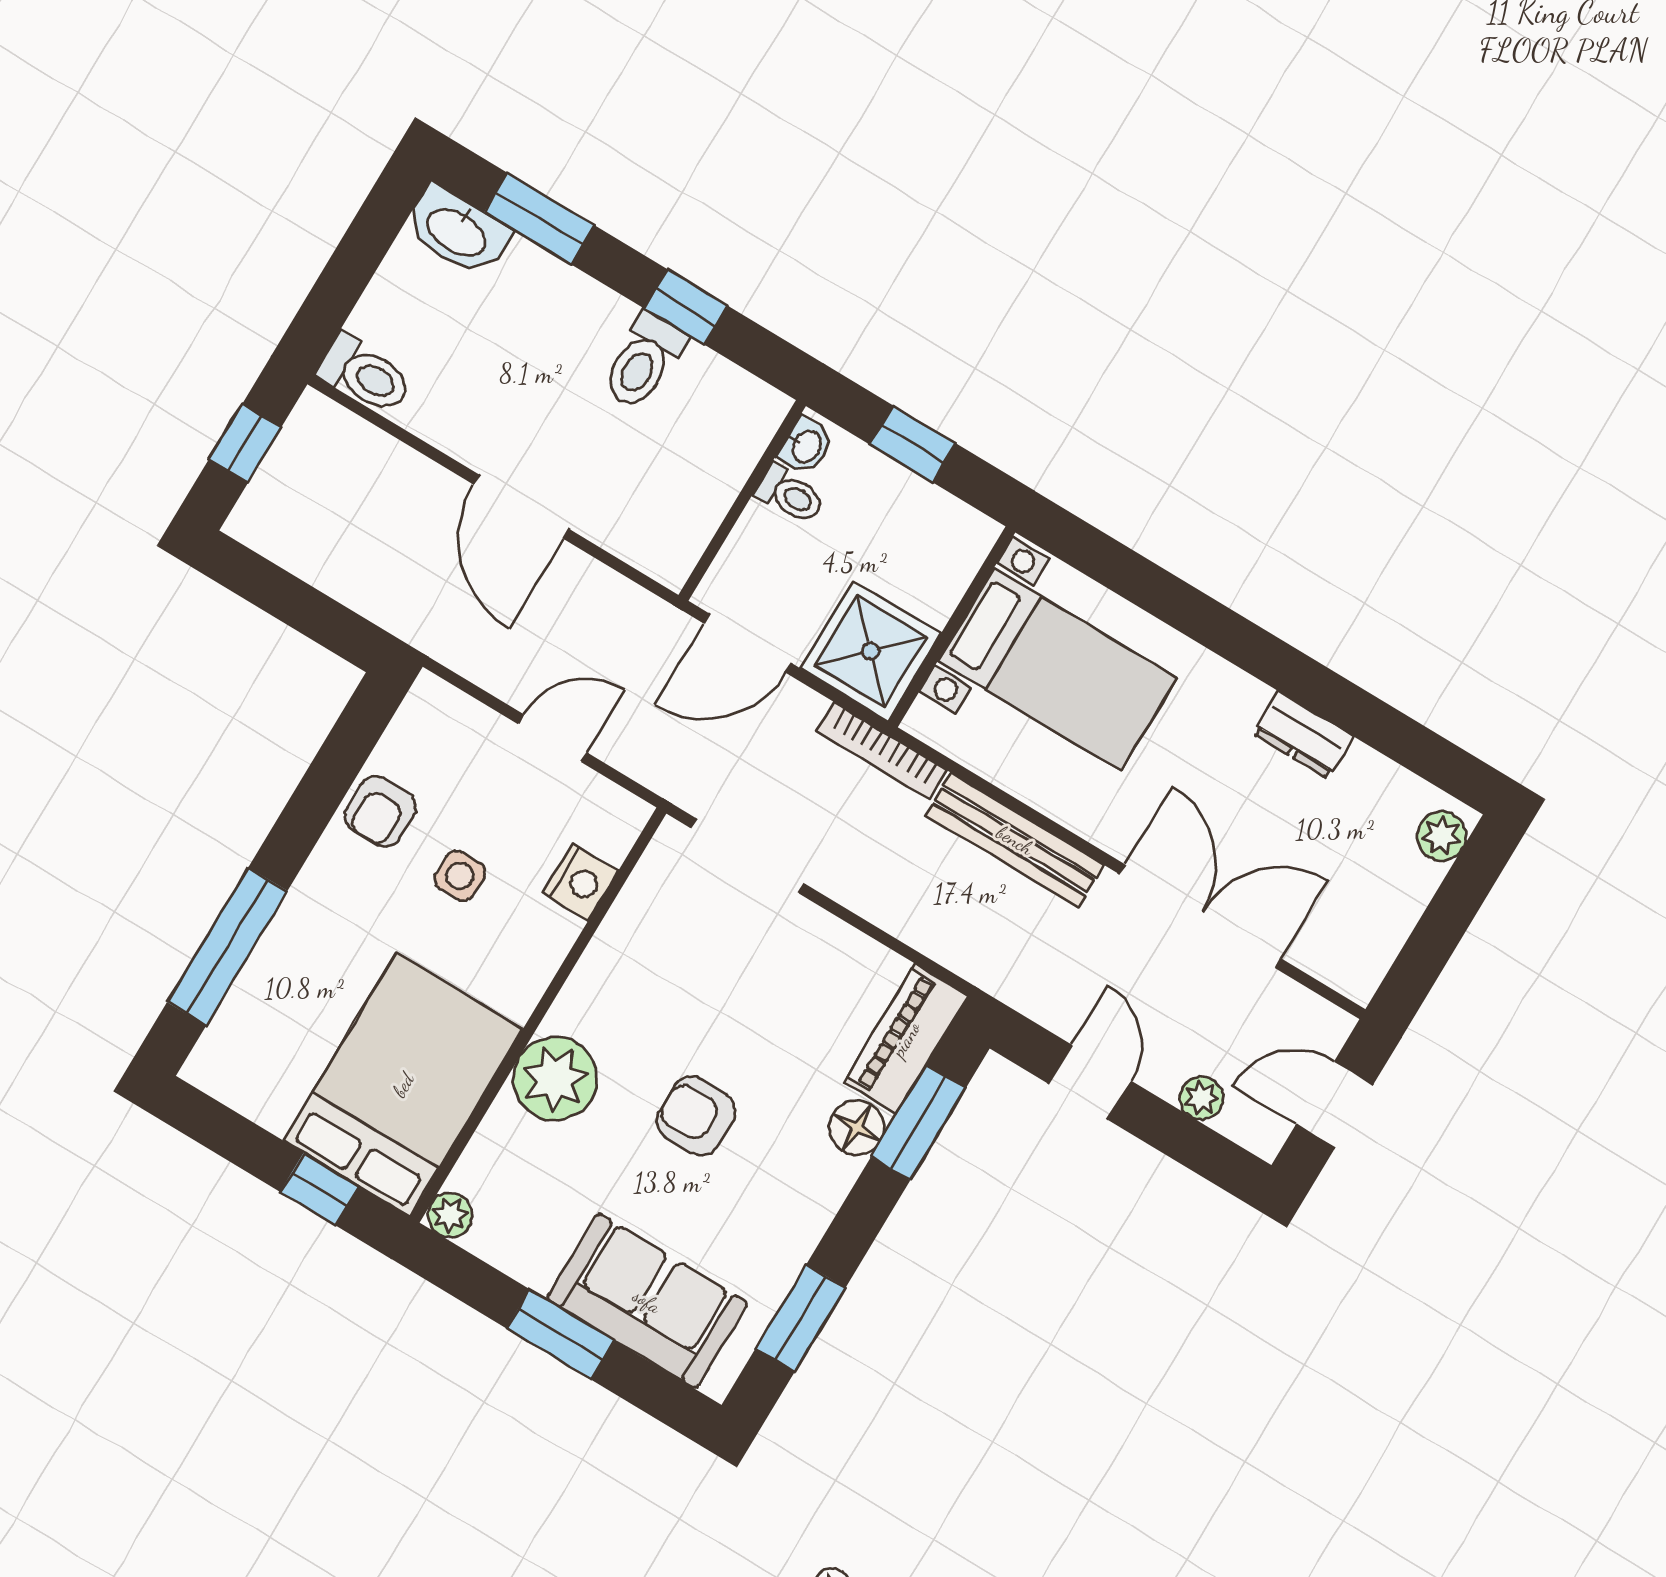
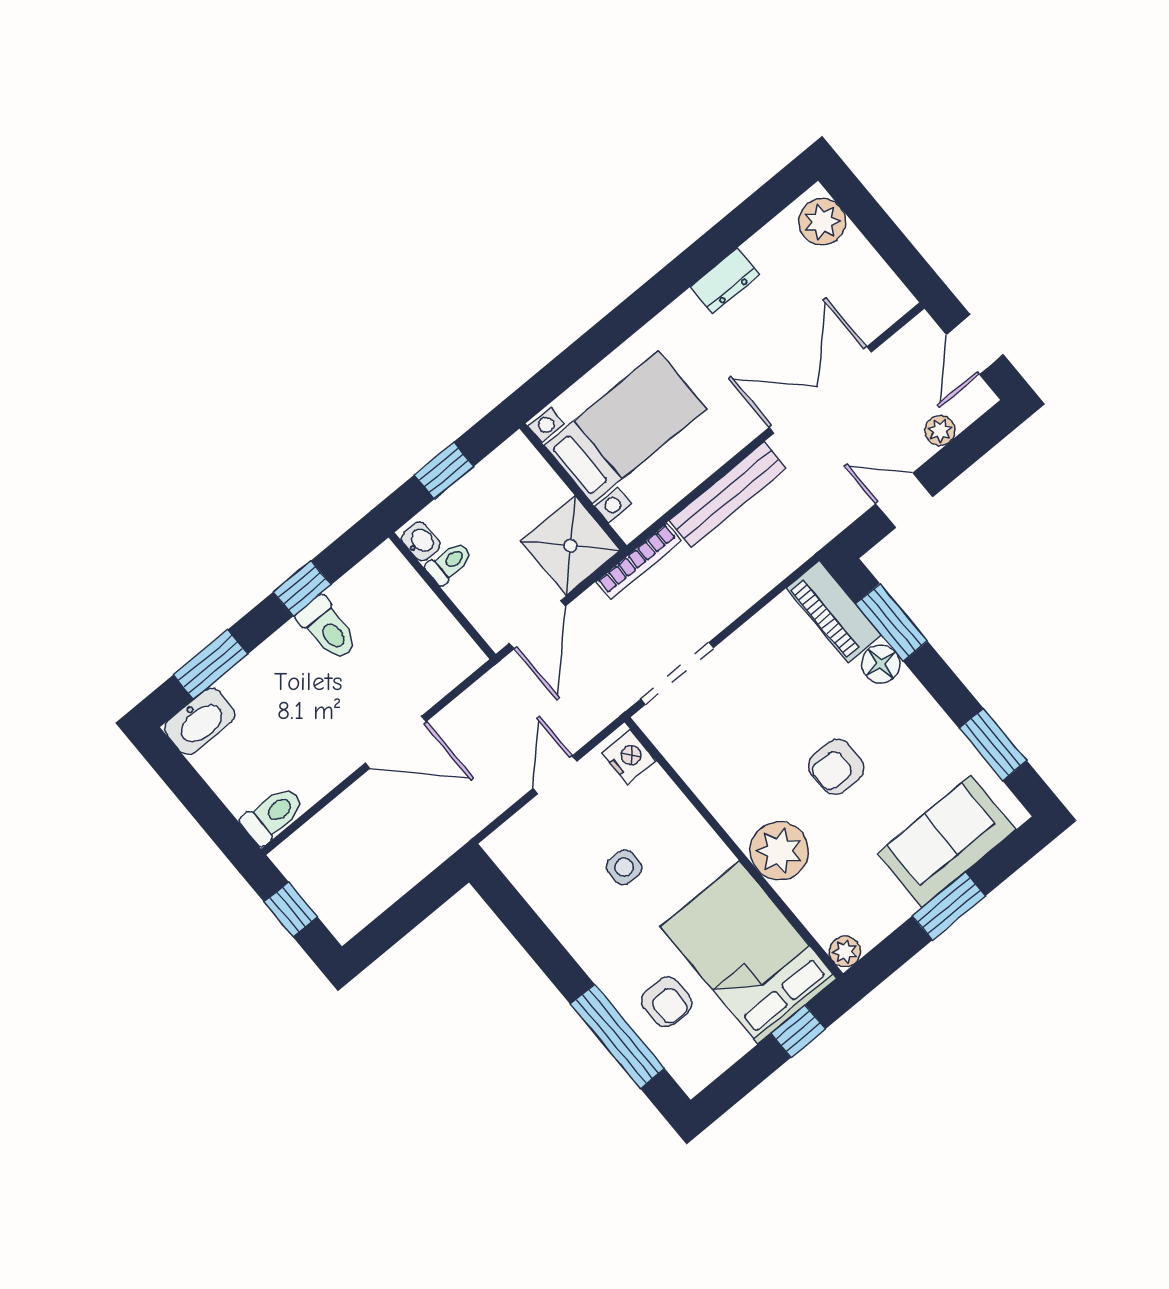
armchair: (380, 812) -> (667, 1002), moved
plant: (1441, 836) -> (822, 222), width x1.38, depth x1.38
nightstand: (580, 882) -> (629, 757), moved

